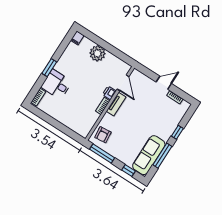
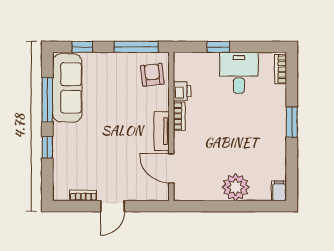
desk: (57, 84) -> (239, 73), moved, turned -90
printer: (109, 93) -> (182, 91), moved
window: (62, 128) -> (218, 47), added

